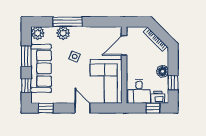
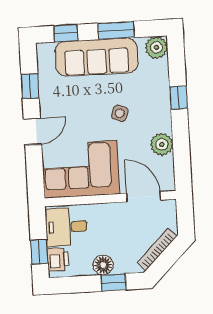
window: (67, 22) -> (179, 98), width x0.46
plant: (63, 33) -> (162, 144), moved
window: (173, 83) -> (114, 282), moved
window: (46, 108) -> (30, 86), moved

